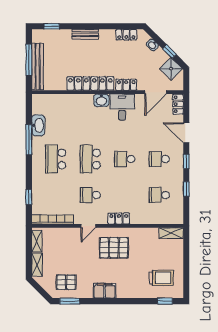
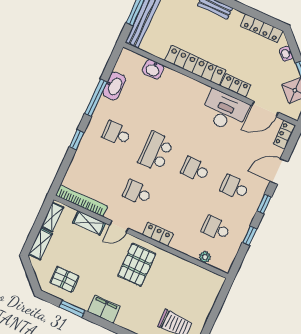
locker: (126, 35) -> (262, 28), width x1.53
washbasin: (101, 100) -> (153, 69), moved
desk: (122, 107) -> (224, 111), width x1.37
door: (186, 133) -> (279, 172), hinge flipped
school desk: (56, 159) -> (117, 133), width x0.54
window: (29, 197) -> (77, 140), moved
plant: (161, 220) -> (205, 257), added
shelving: (171, 233) -> (89, 223), moved
pallet: (114, 248) -> (137, 265), turned 90
window: (70, 301) -> (72, 309), moved

